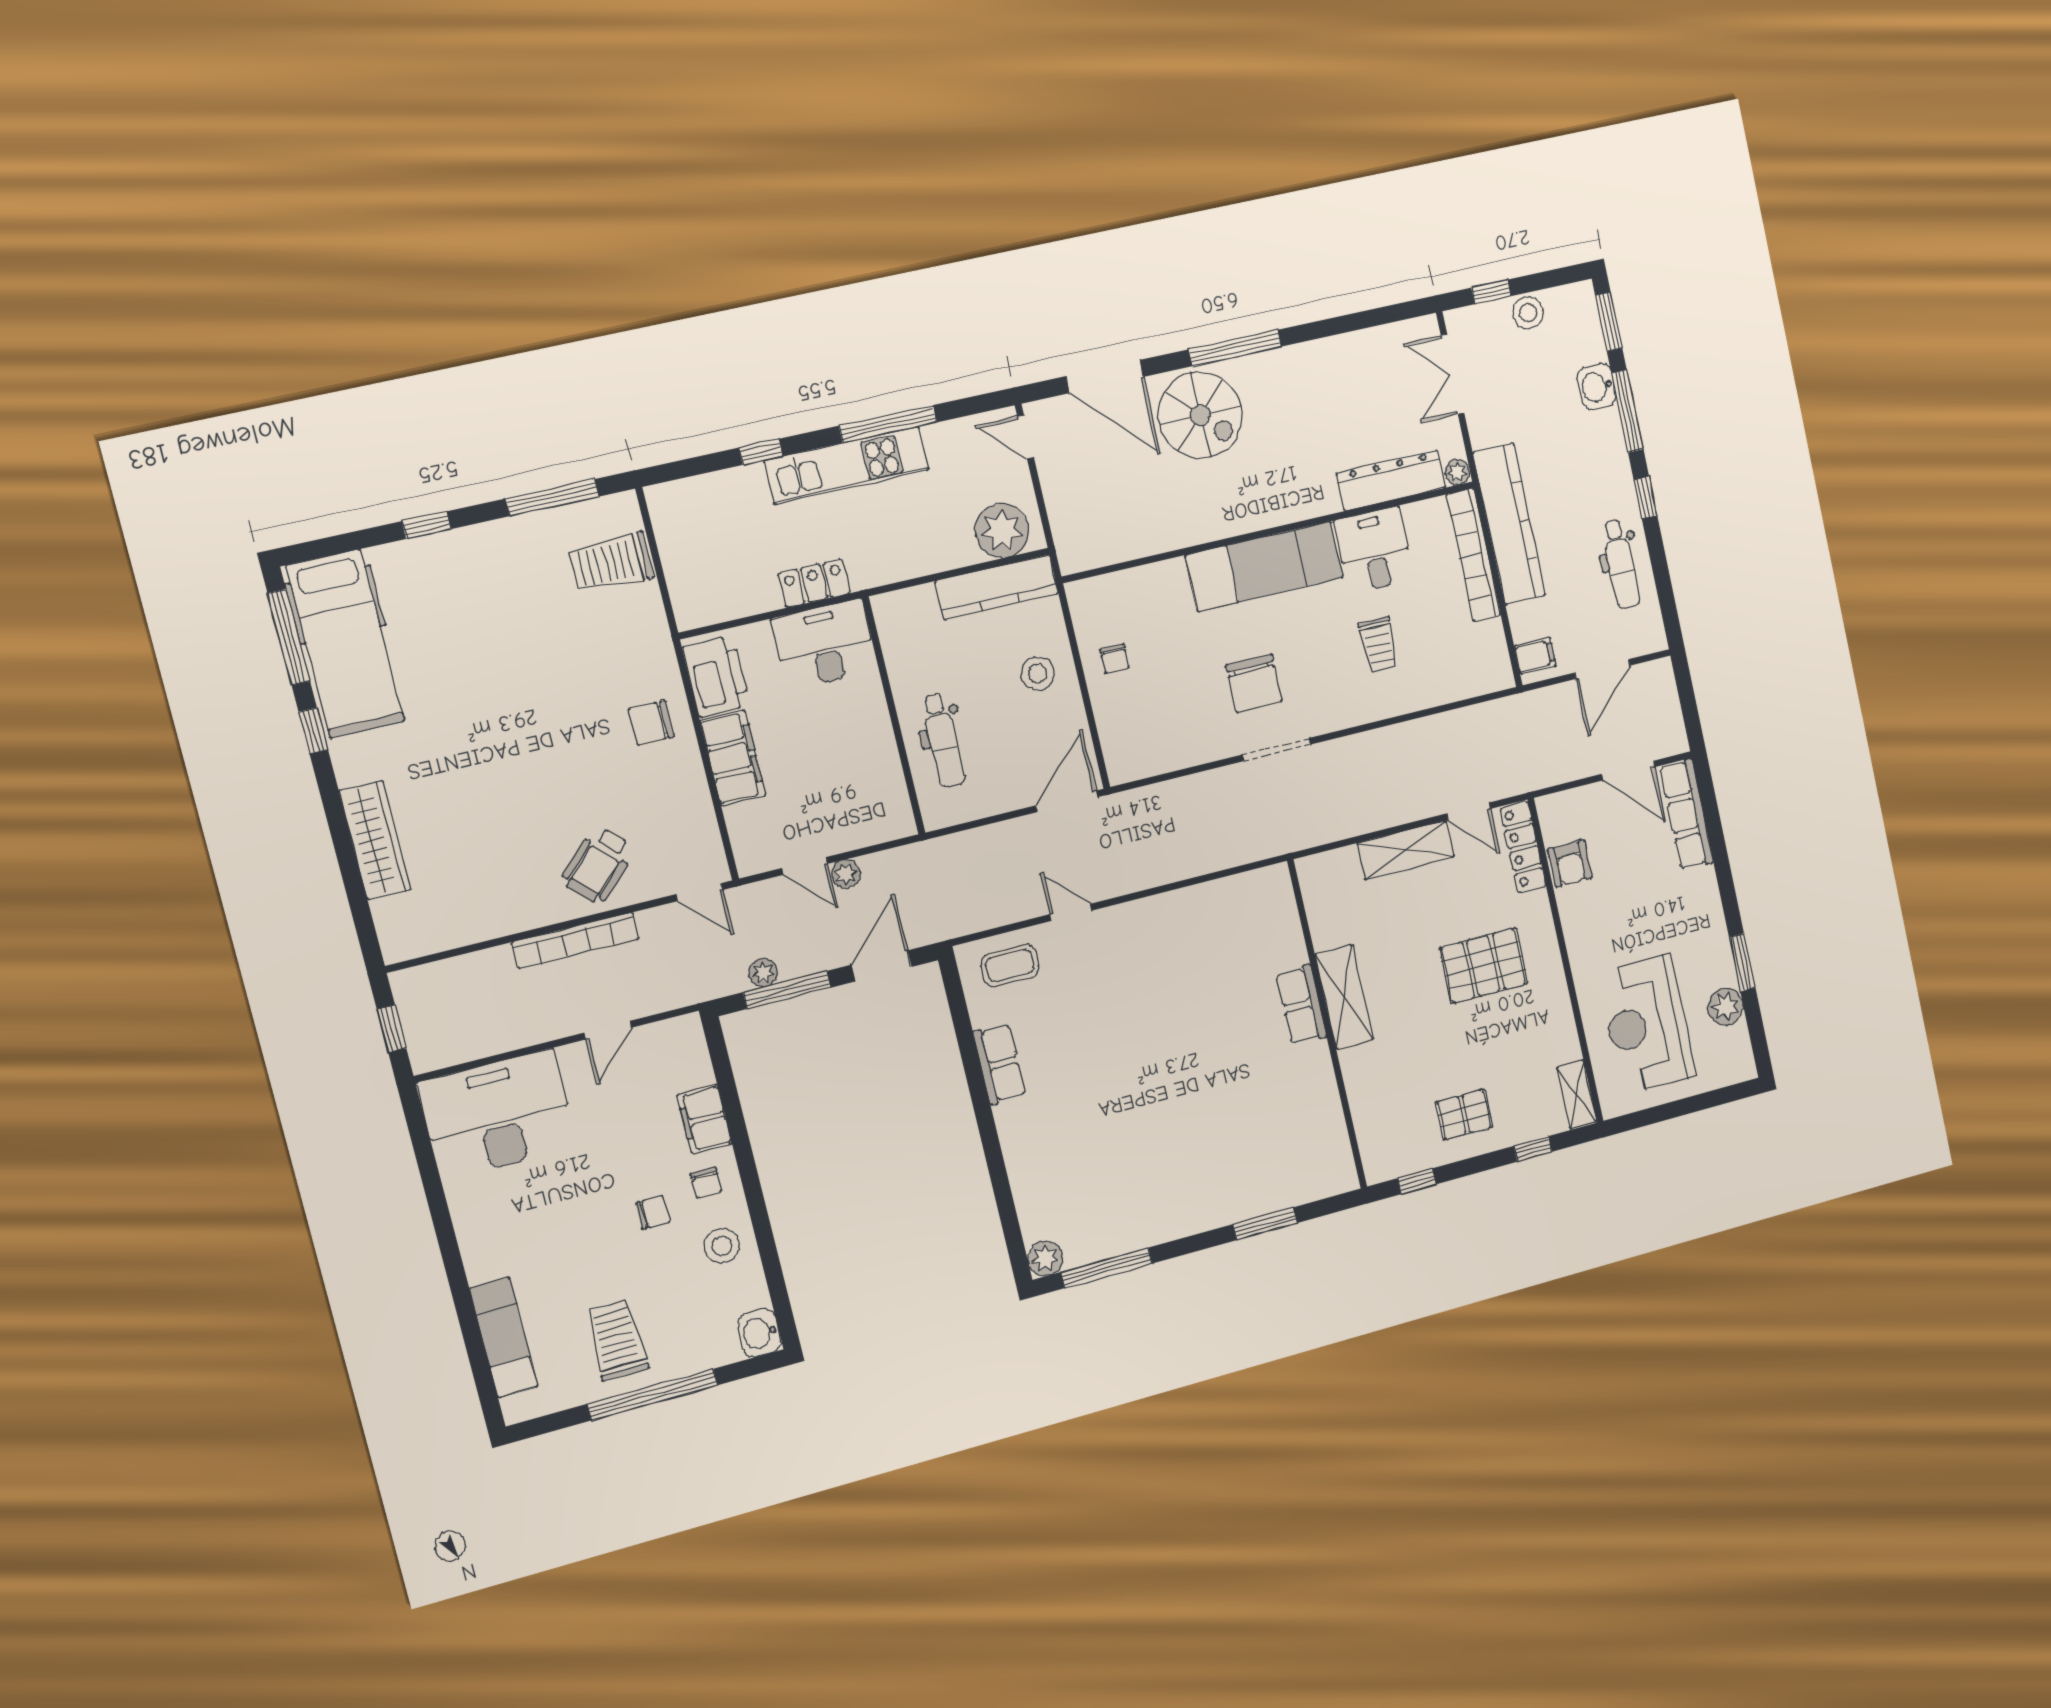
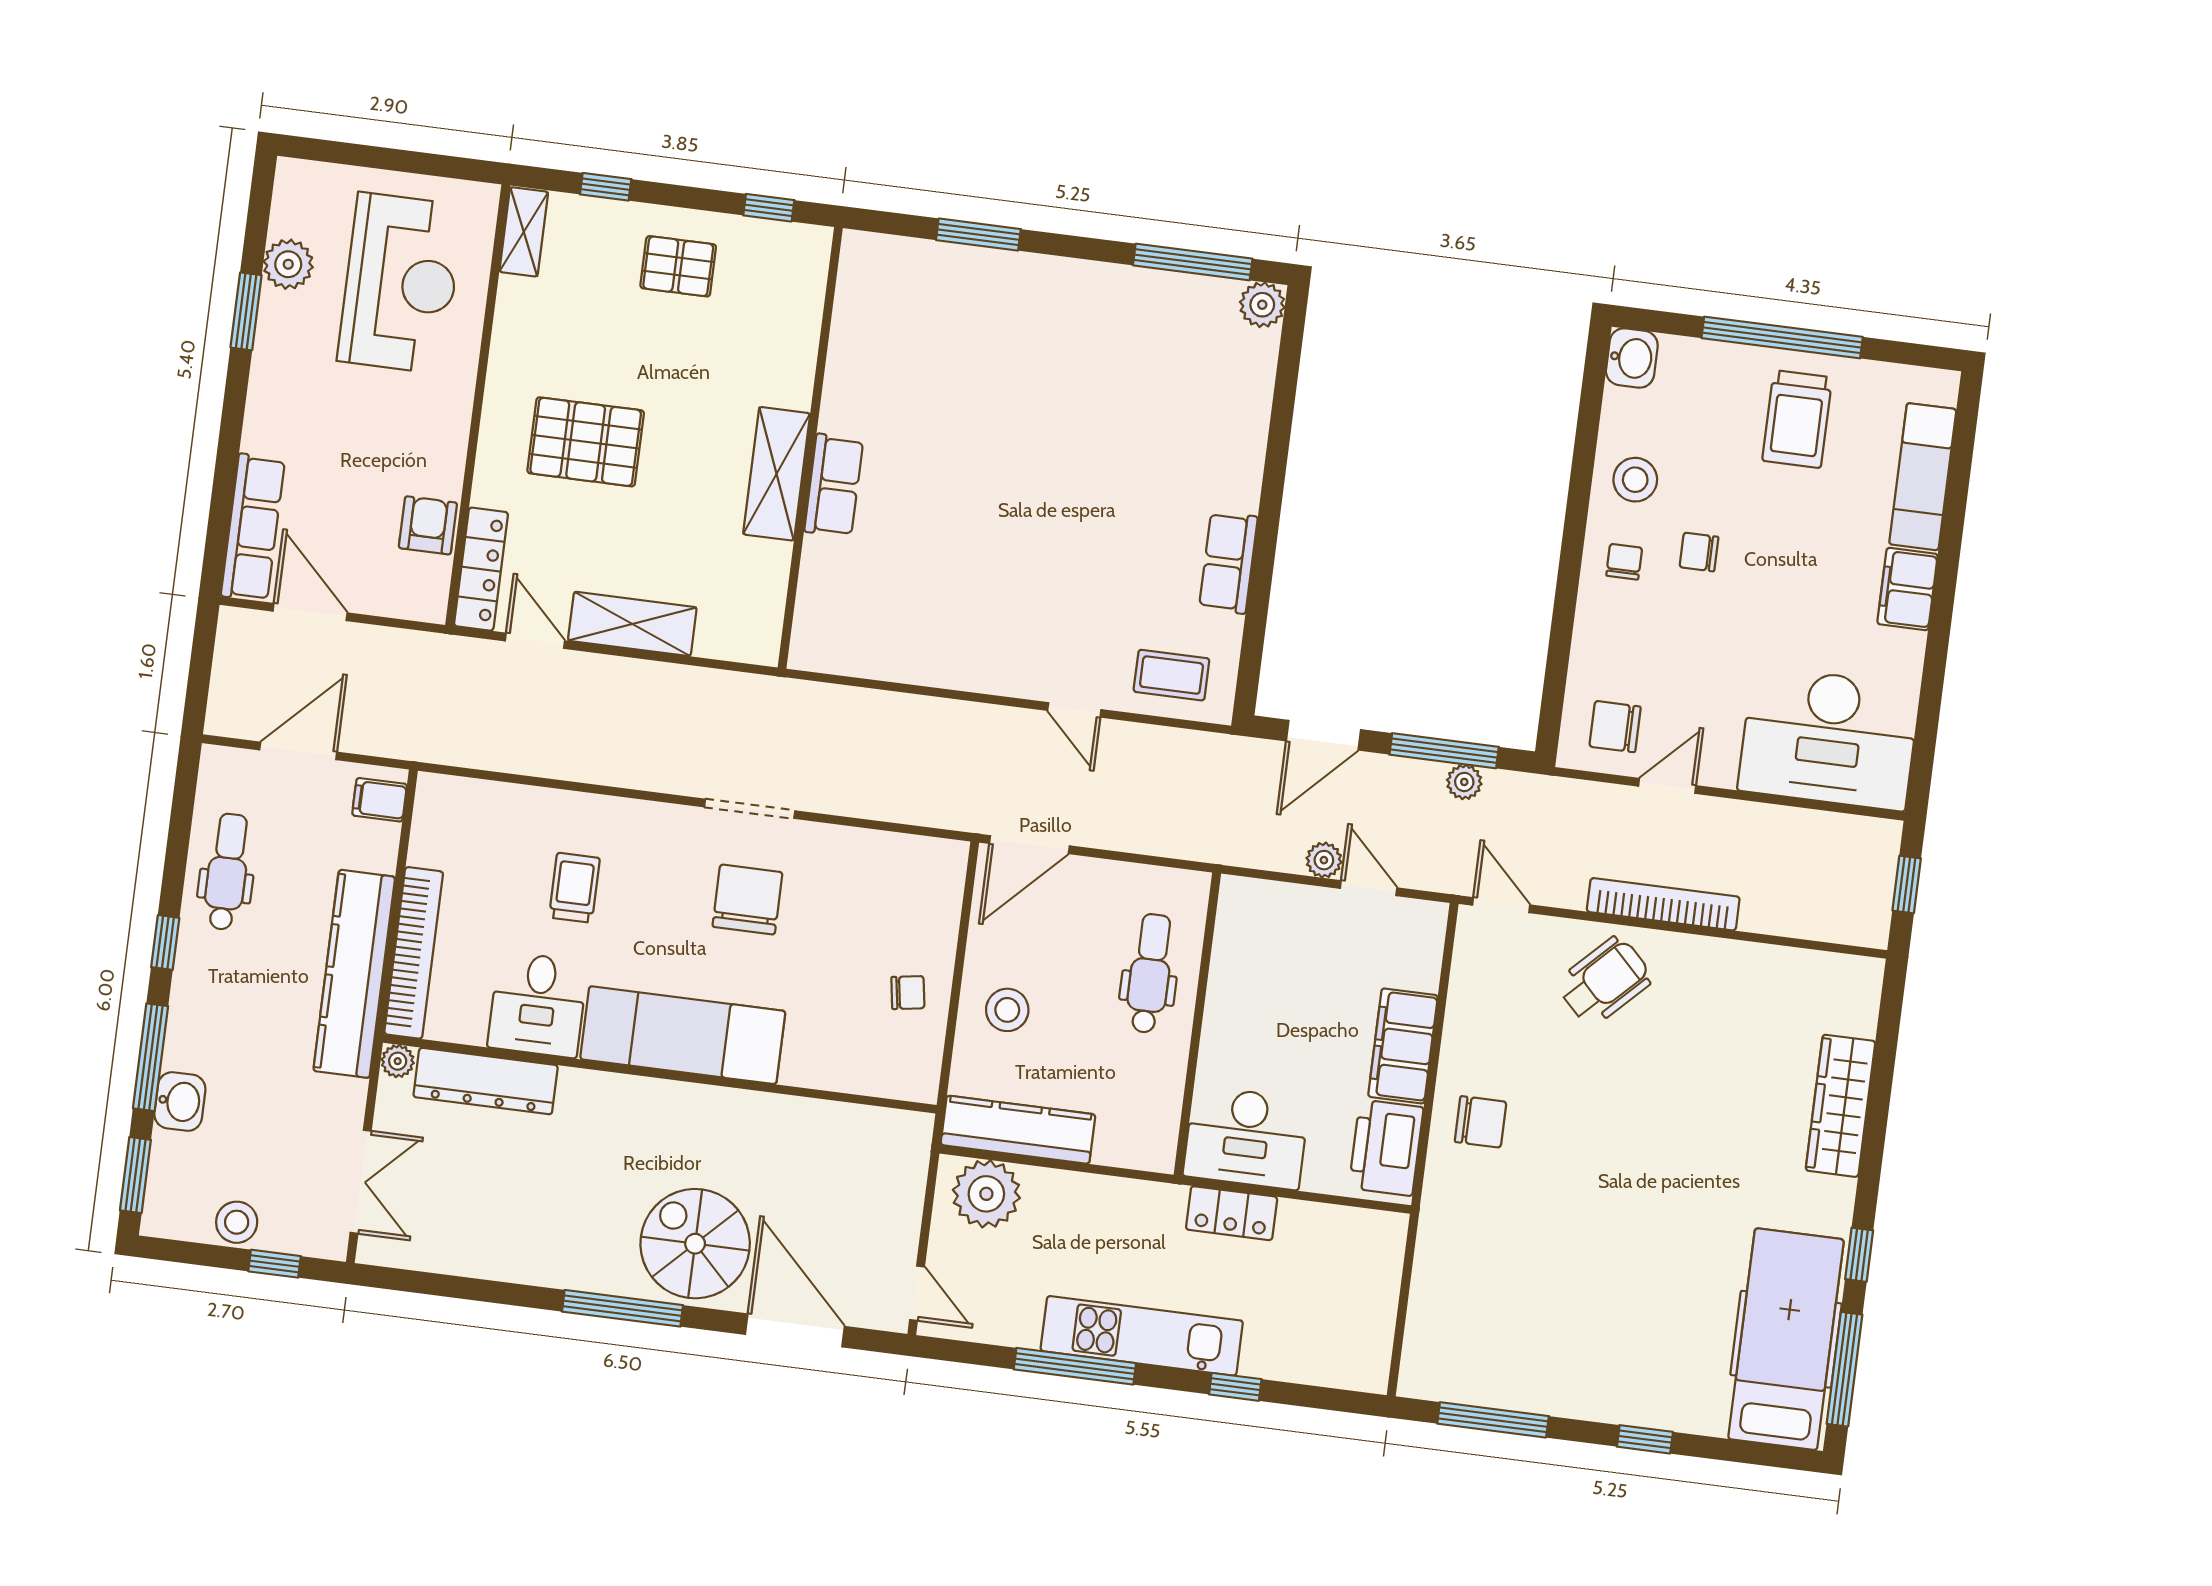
trolley: (611, 563) -> (1455, 1322), removed
chair: (1115, 659) -> (908, 993), turned 81
chair: (665, 1059) -> (1615, 727), added
filing cabinet: (704, 1119) -> (1907, 589), moved, turned 180

